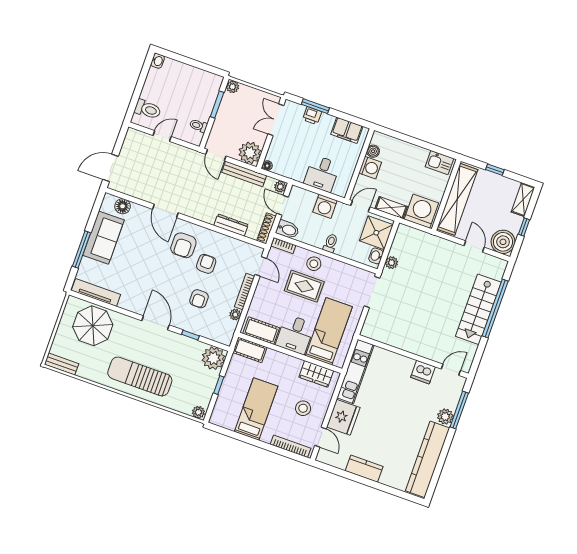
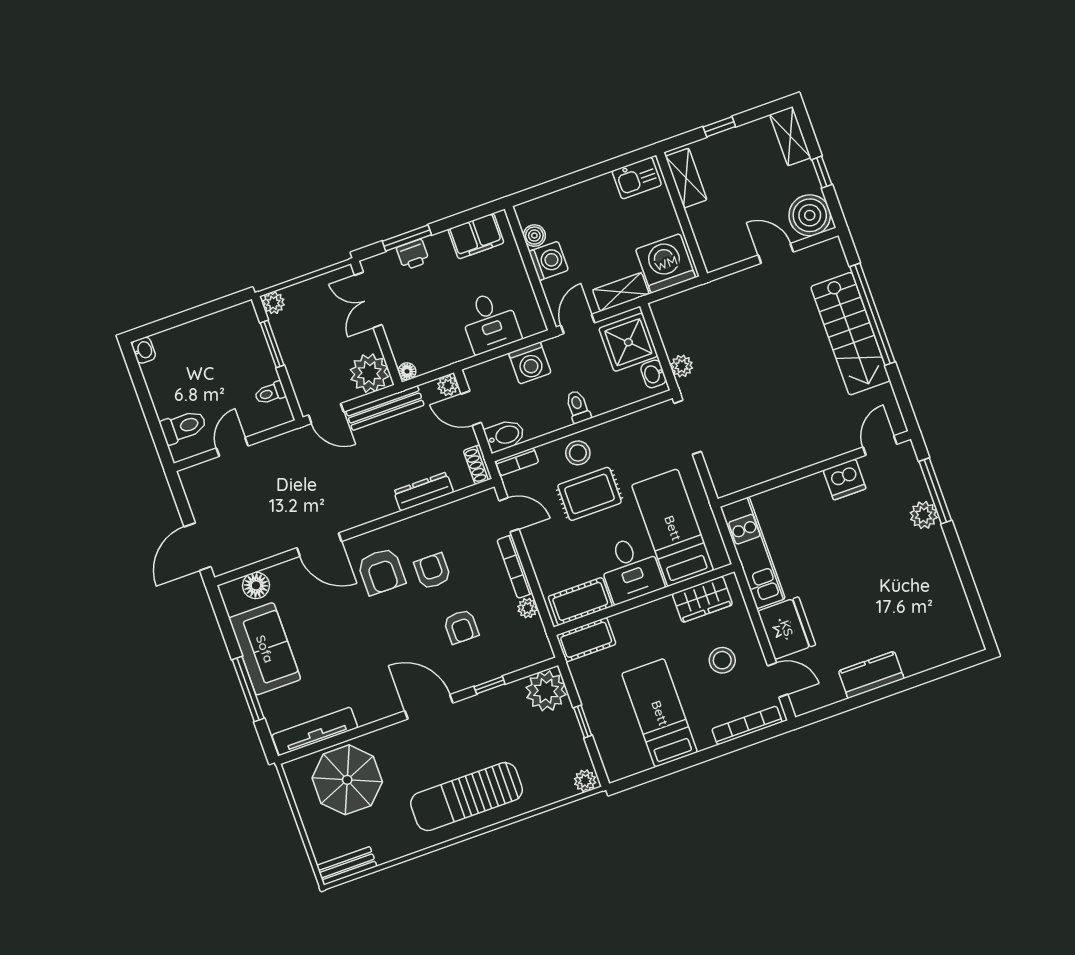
shelving: (457, 199) -> (686, 178), width x0.45, depth x0.75
shoe rack: (266, 228) -> (478, 465), width x0.70
kitchen counter: (427, 459) -> (947, 592), removed

